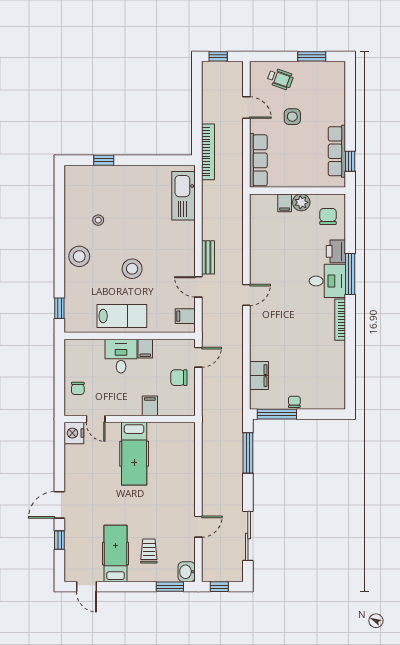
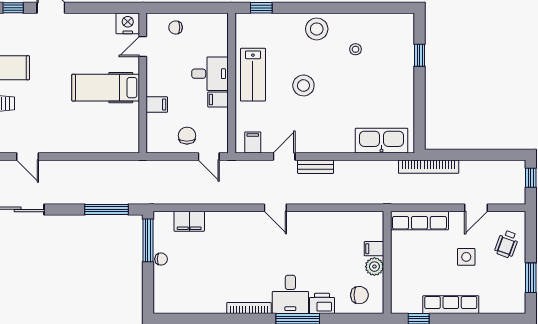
row of seats: (337, 151) -> (451, 305), moved

